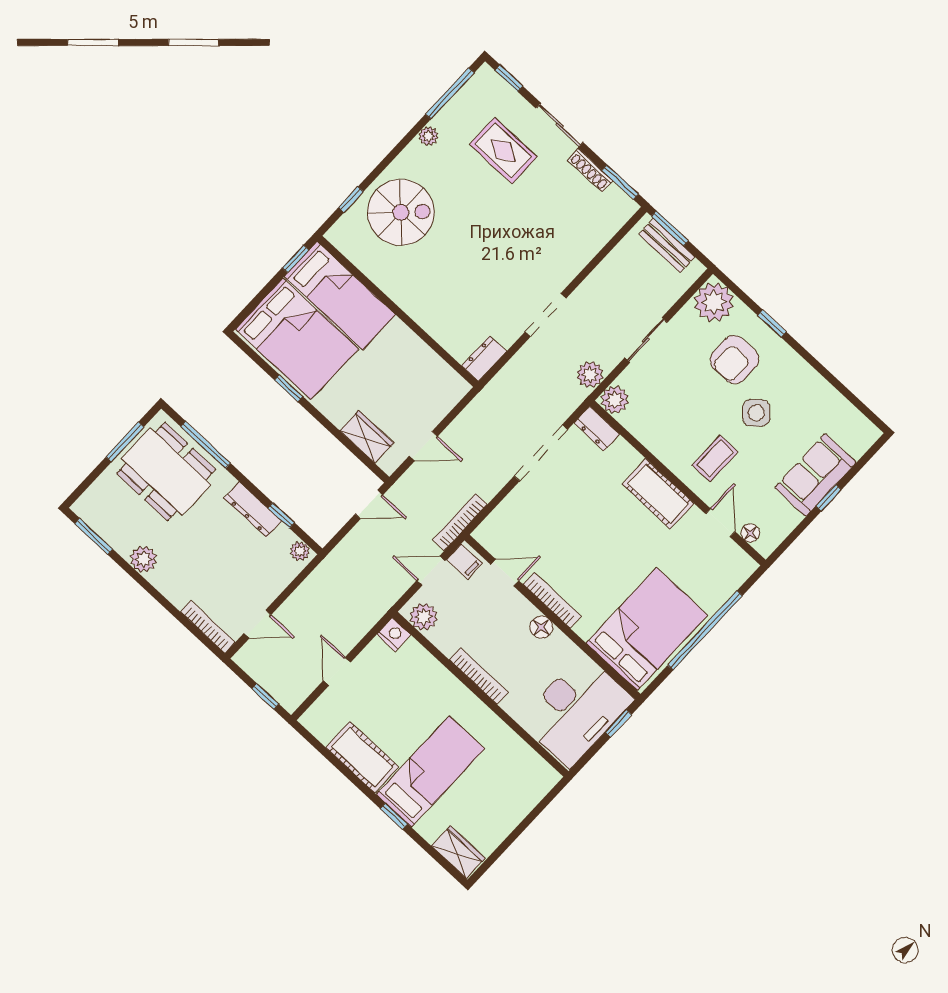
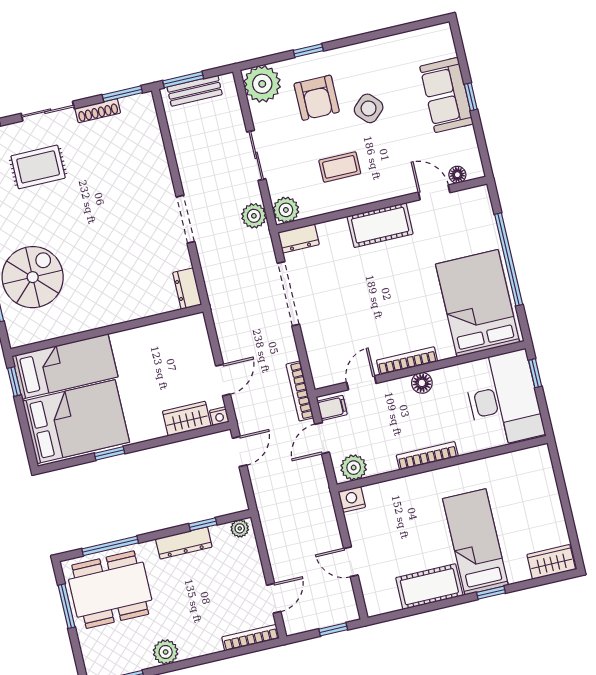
coffee table: (715, 458) -> (340, 167), moved, turned 90
nightstand: (389, 465) -> (219, 416), added

